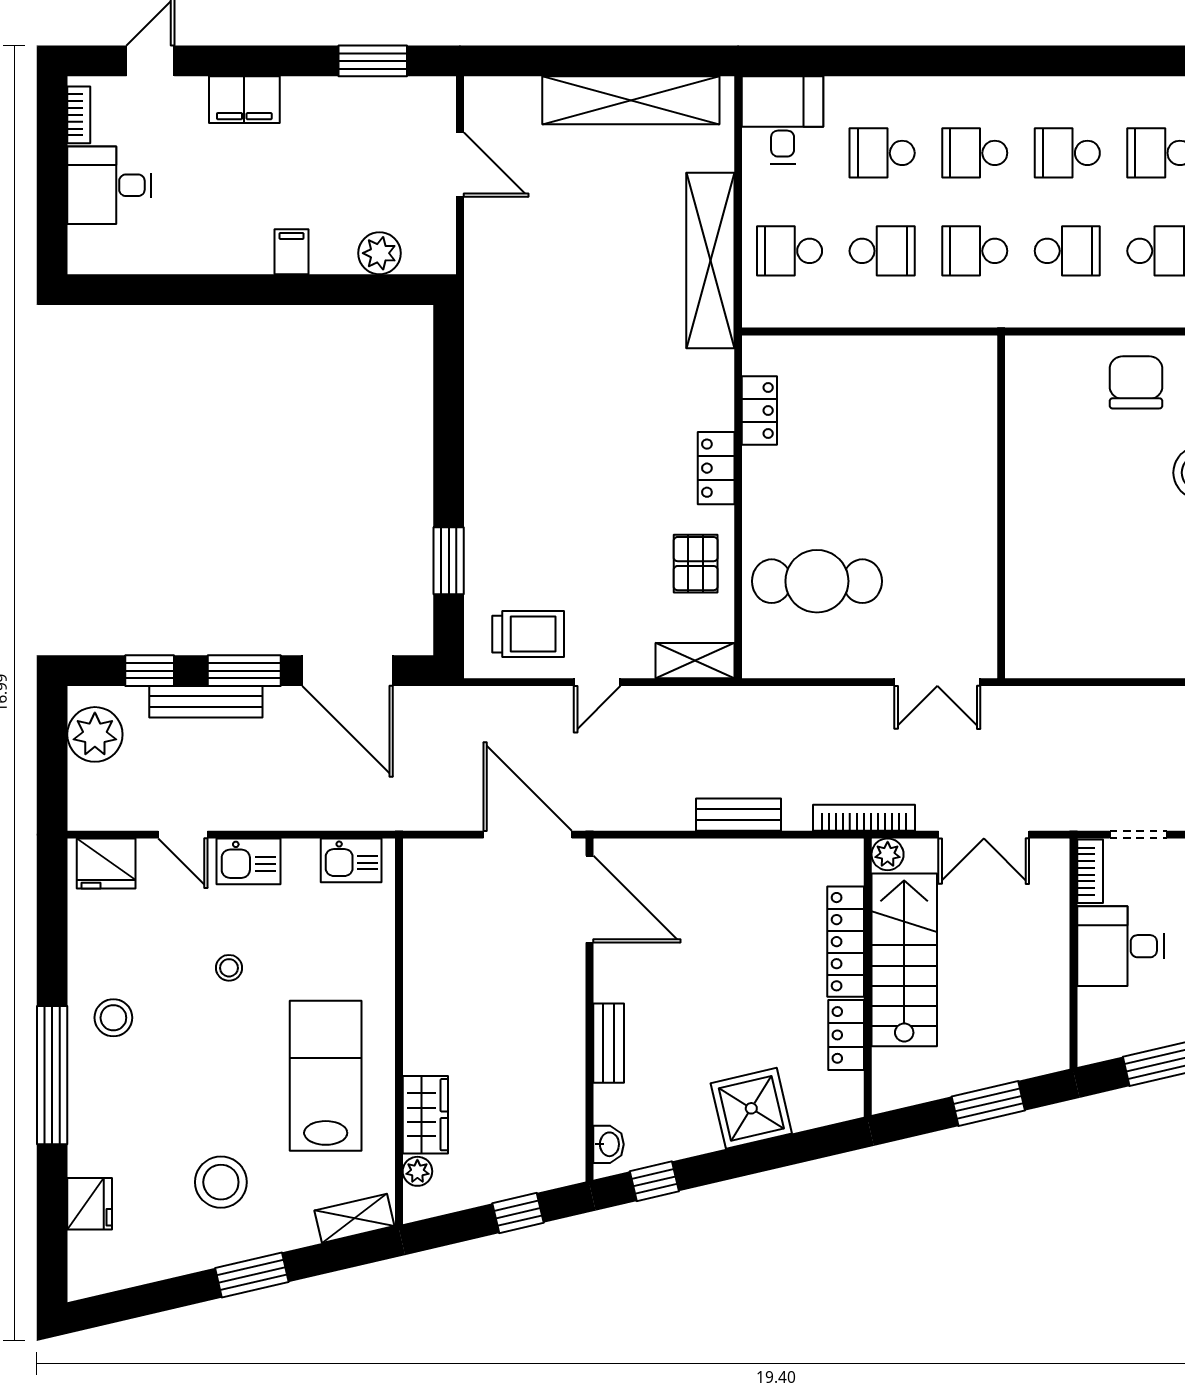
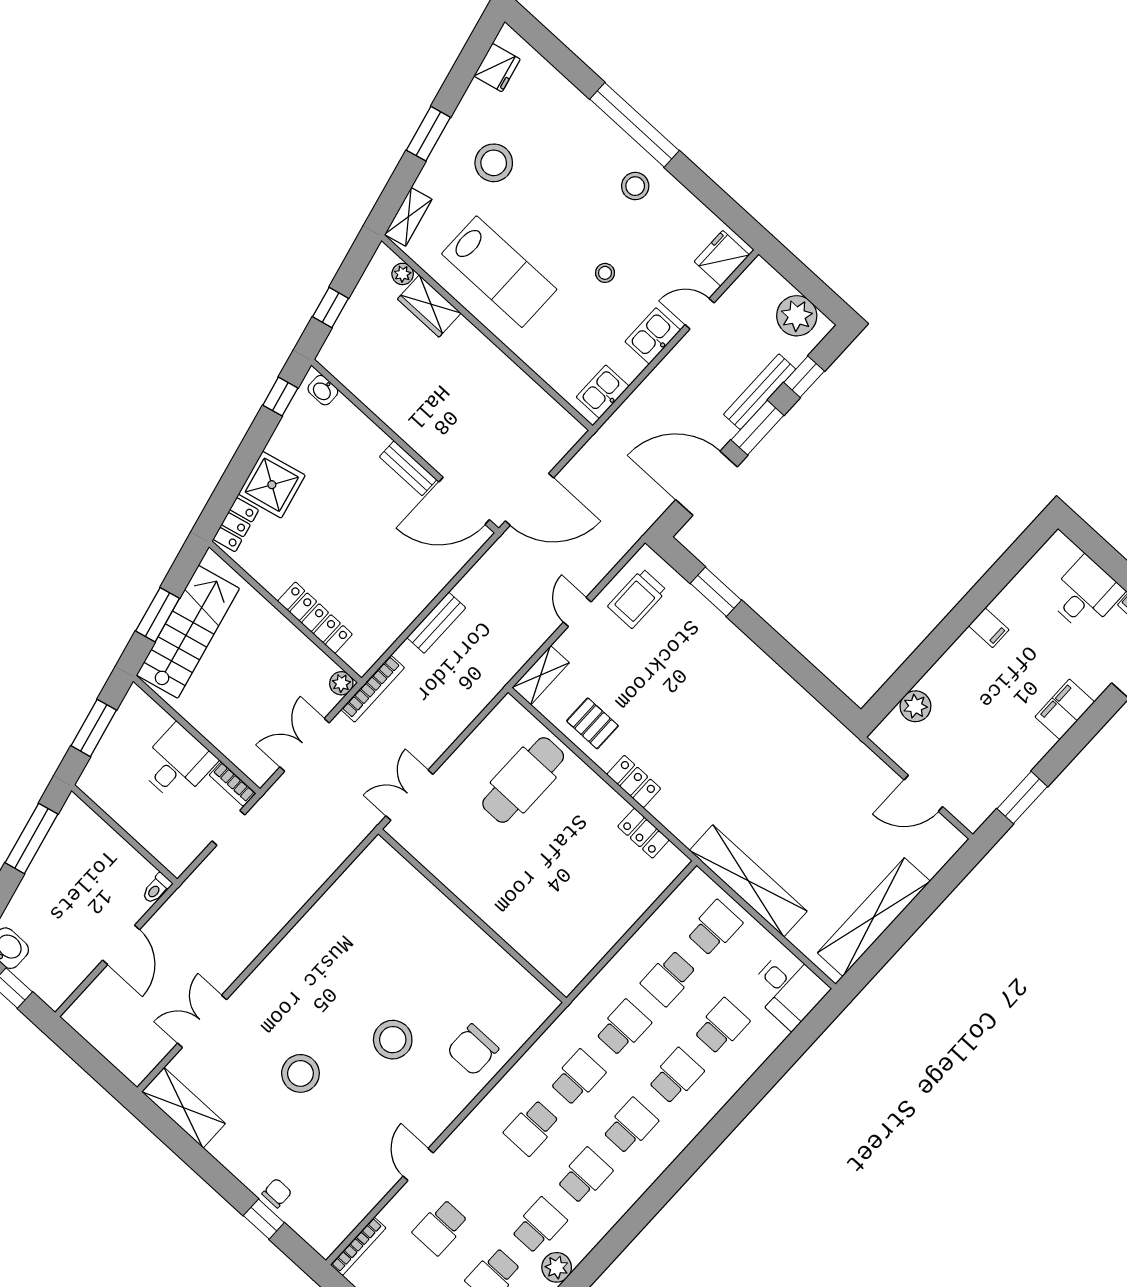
school desk: (1067, 251) -> (577, 1078), turned 180
filing cabinet: (292, 252) -> (989, 628), moved
chair: (1136, 382) -> (473, 1050), turned 90
stairs: (904, 960) -> (188, 632), moved, turned -103
locker: (846, 1035) -> (236, 525), moved, turned 77
bench: (609, 1043) -> (408, 468), moved
fridge: (90, 1204) -> (497, 68), moved, turned -103

